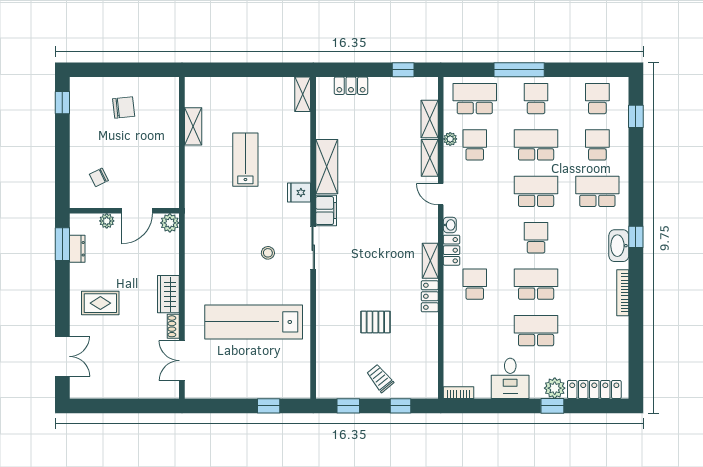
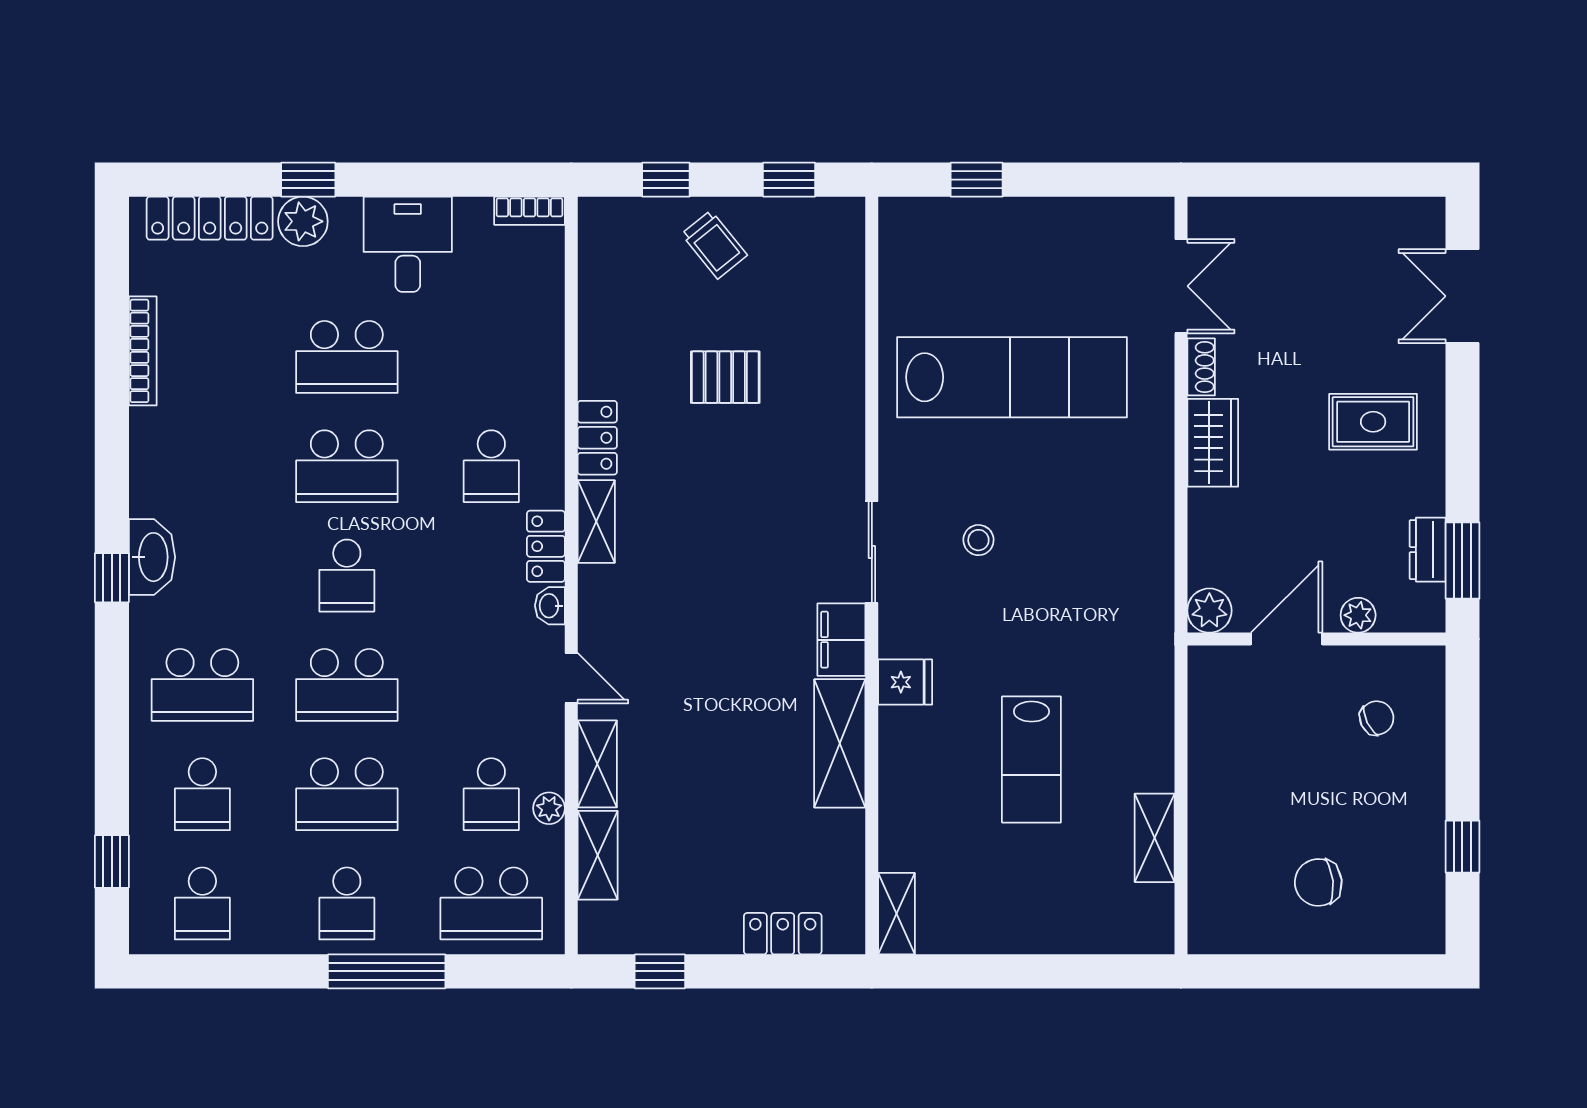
window: (62, 103) -> (1462, 847), moved
bookcase: (623, 293) -> (143, 351), moved

